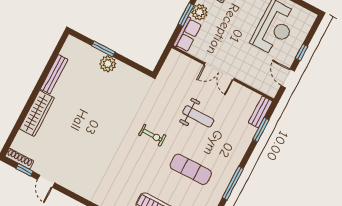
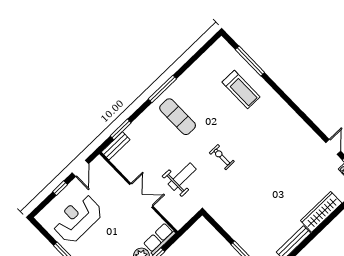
plant: (108, 64) -> (241, 236), removed
weight bench: (198, 116) -> (182, 177), moved, turned 90
exercise mat: (191, 169) -> (178, 117), moved

